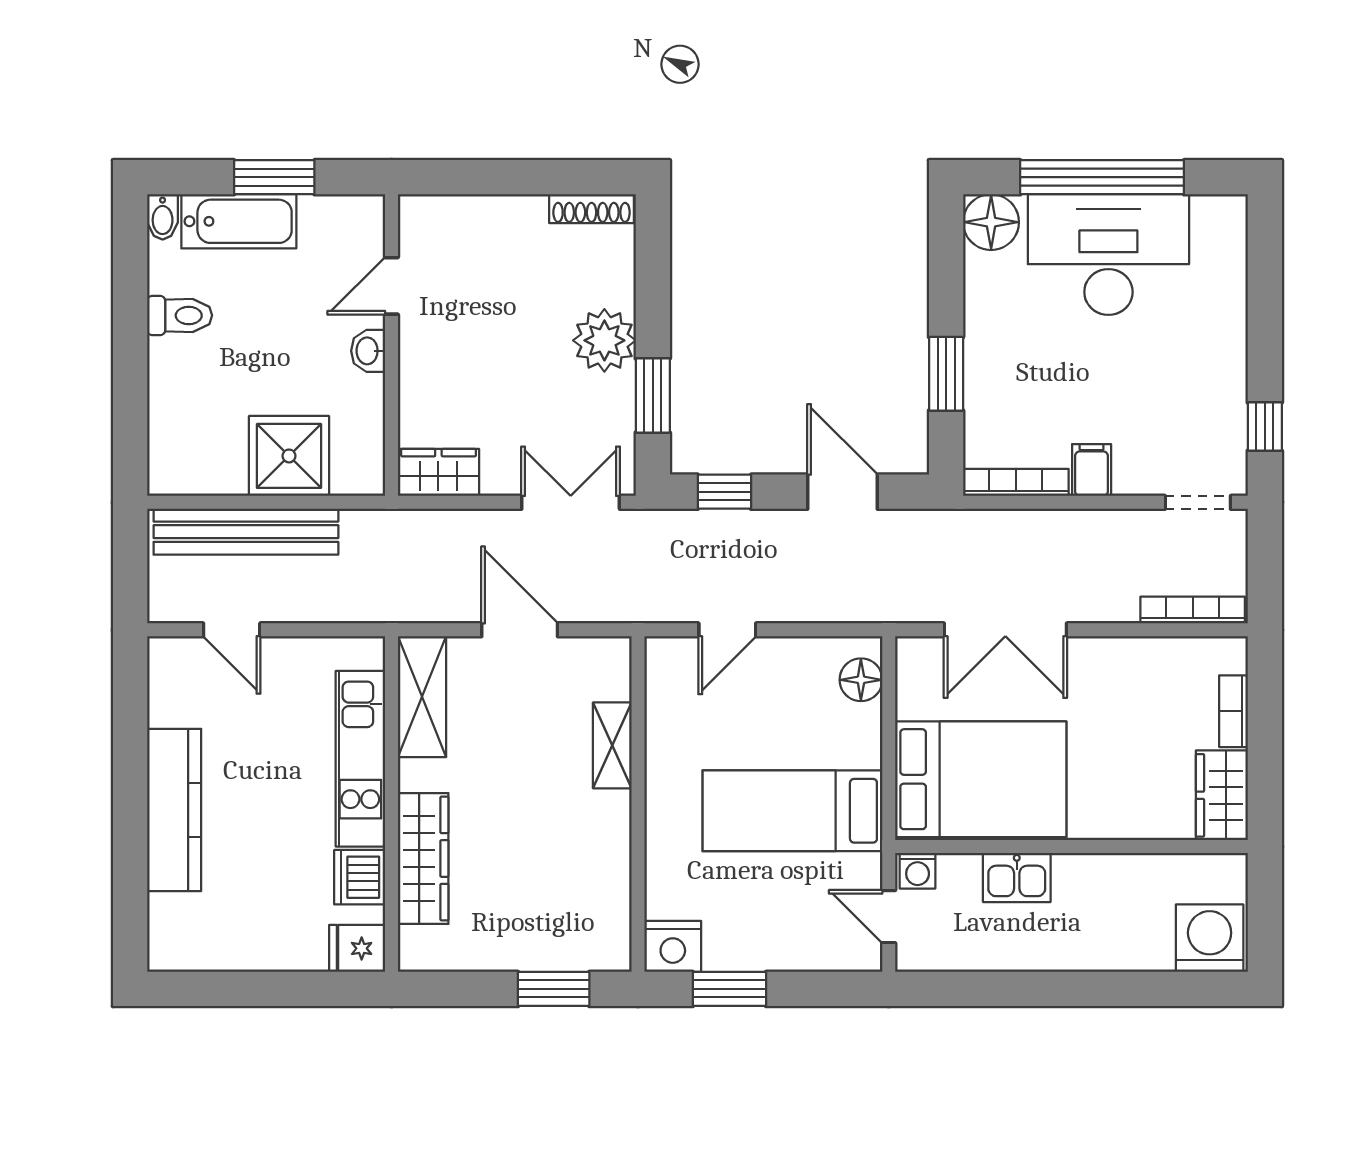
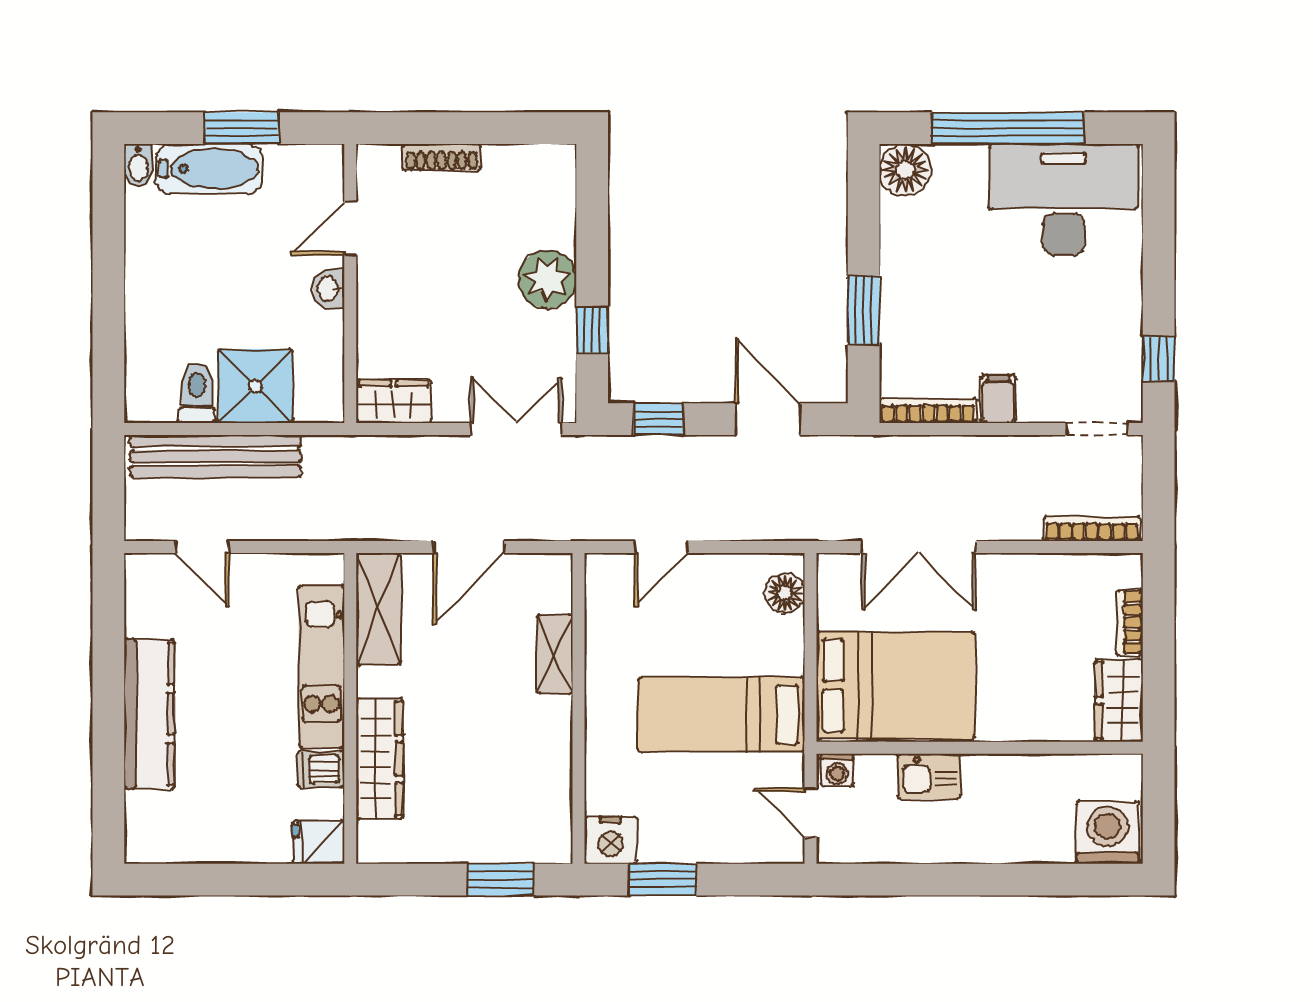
shoe rack: (592, 209) -> (442, 157), moved
desk: (1108, 255) -> (1064, 200), moved
toilet: (180, 315) -> (197, 393), moved, turned -90
window: (653, 395) -> (592, 330), width x0.67
door: (520, 630) -> (469, 547), swing flipped
dishwasher: (360, 877) -> (321, 769), width x0.73

